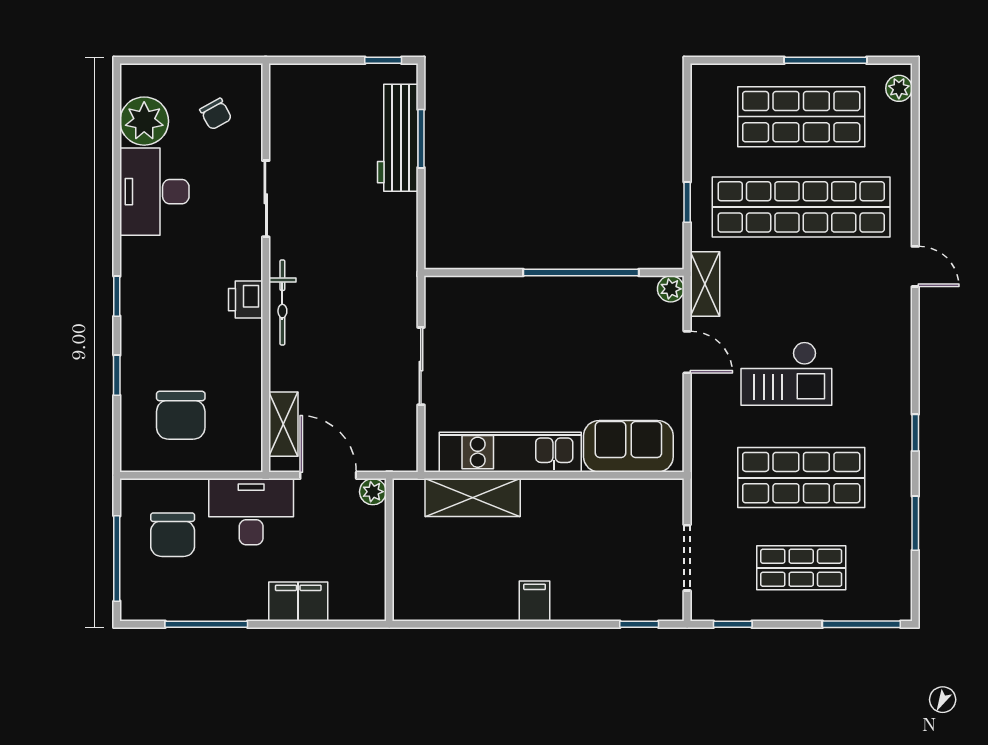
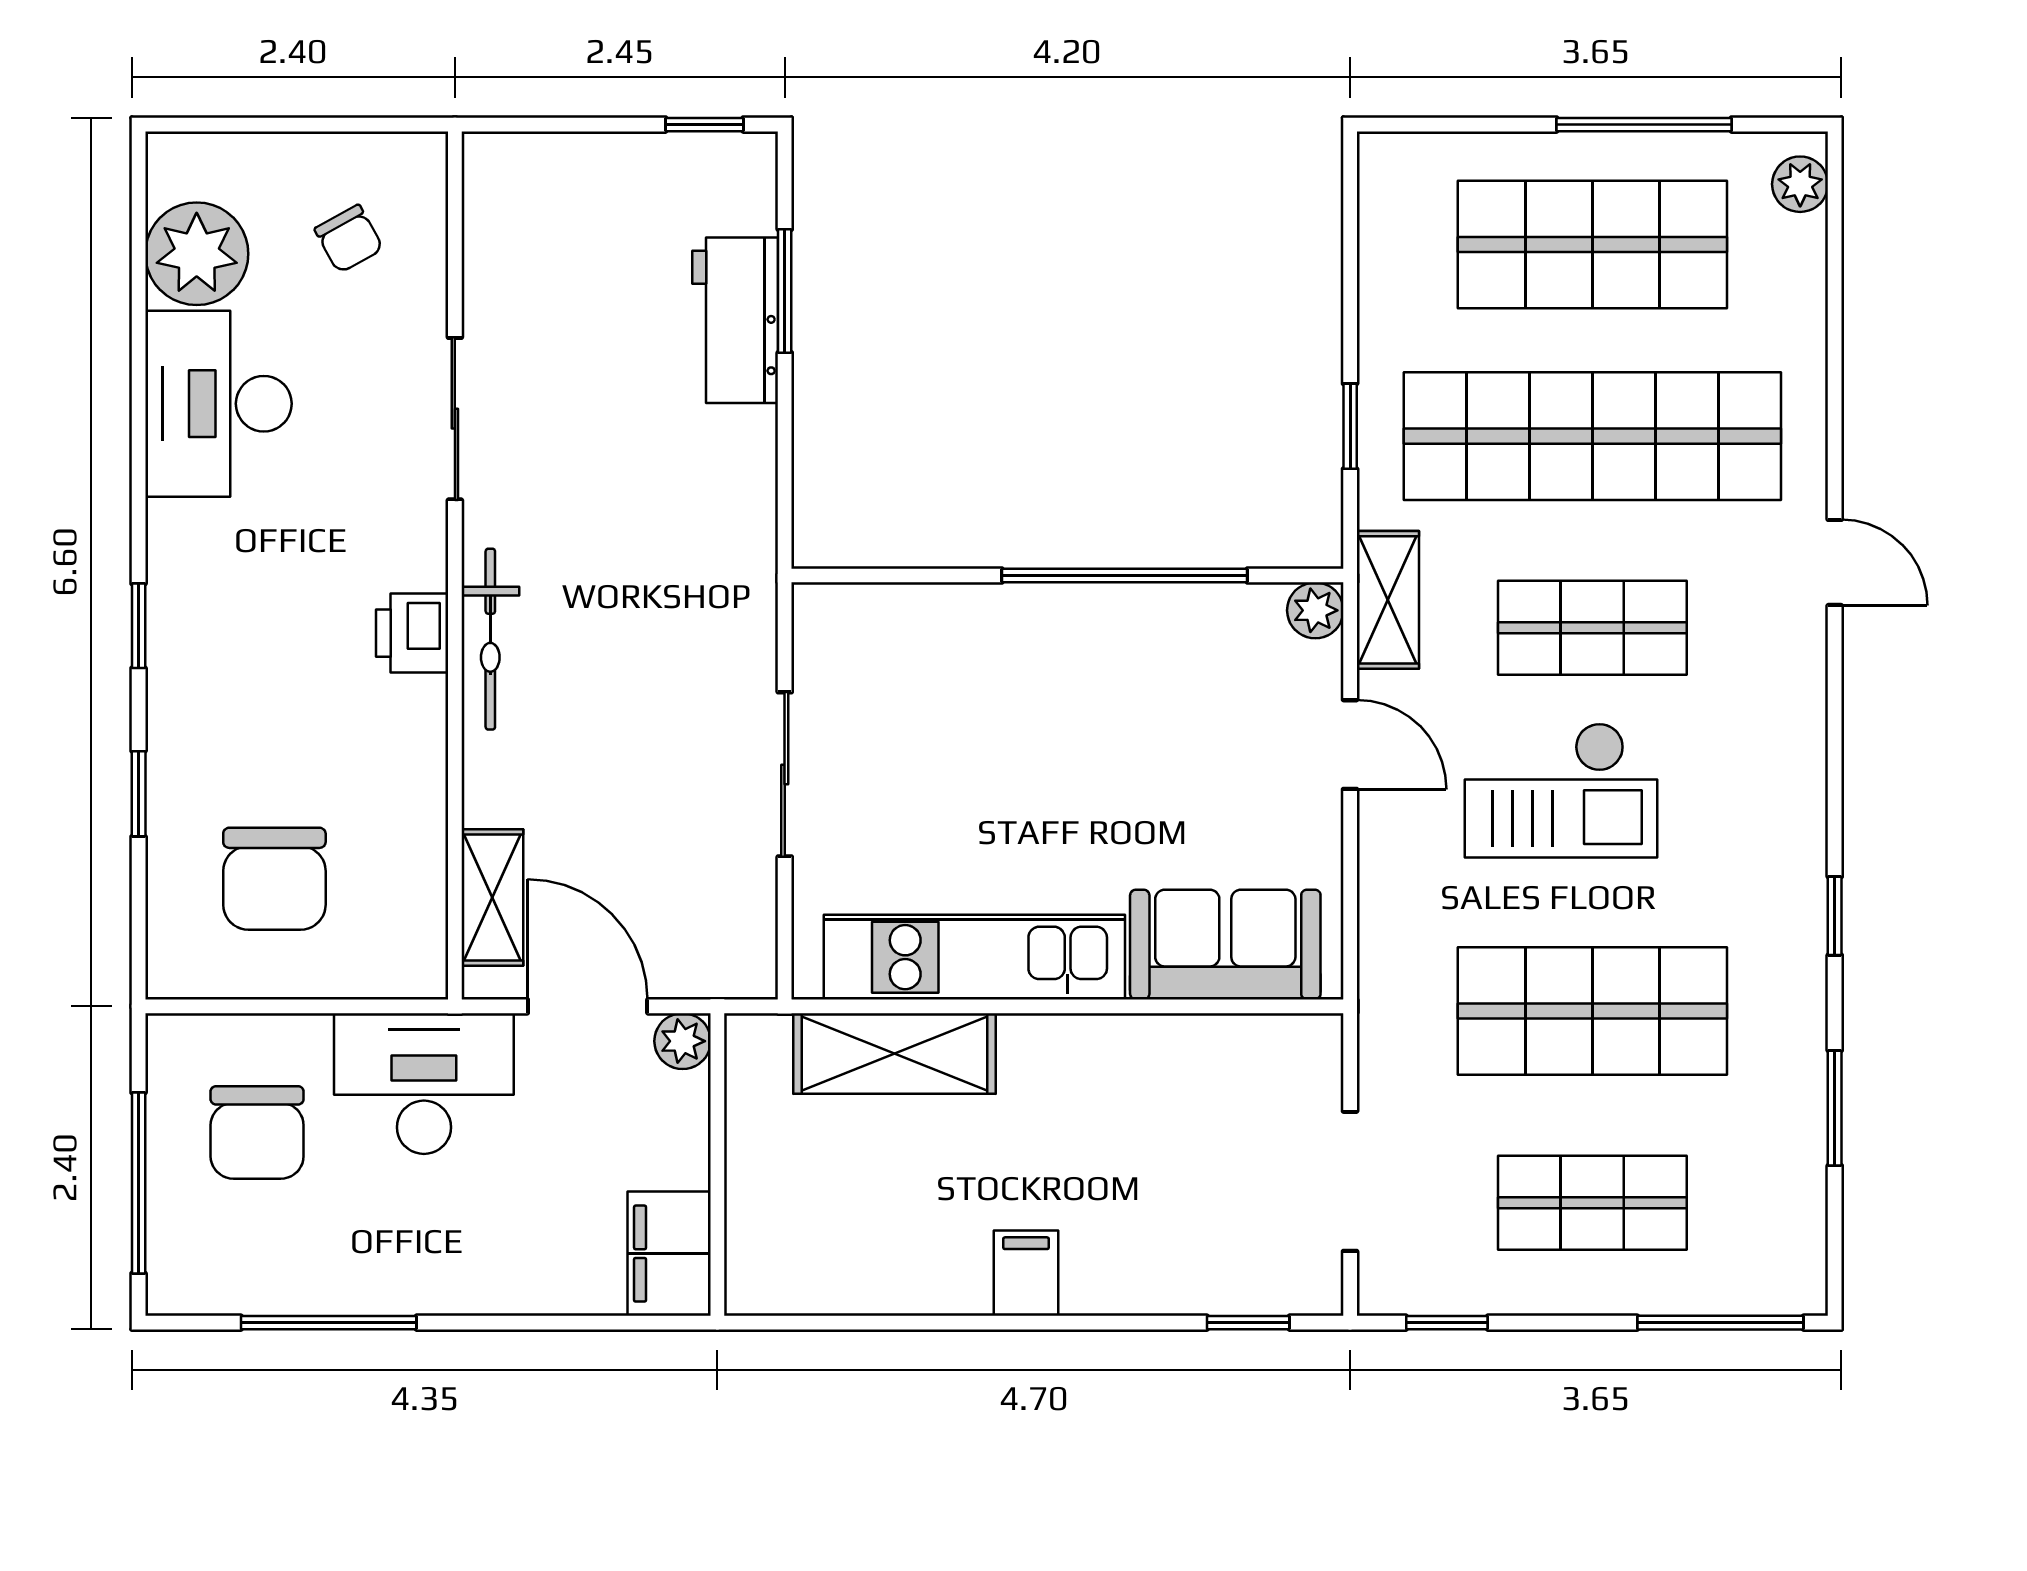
workbench: (398, 138) -> (735, 320), width x0.73
shop shelf: (801, 297) -> (1592, 628), added
filing cabinet: (298, 601) -> (669, 1254), moved, turned -90

